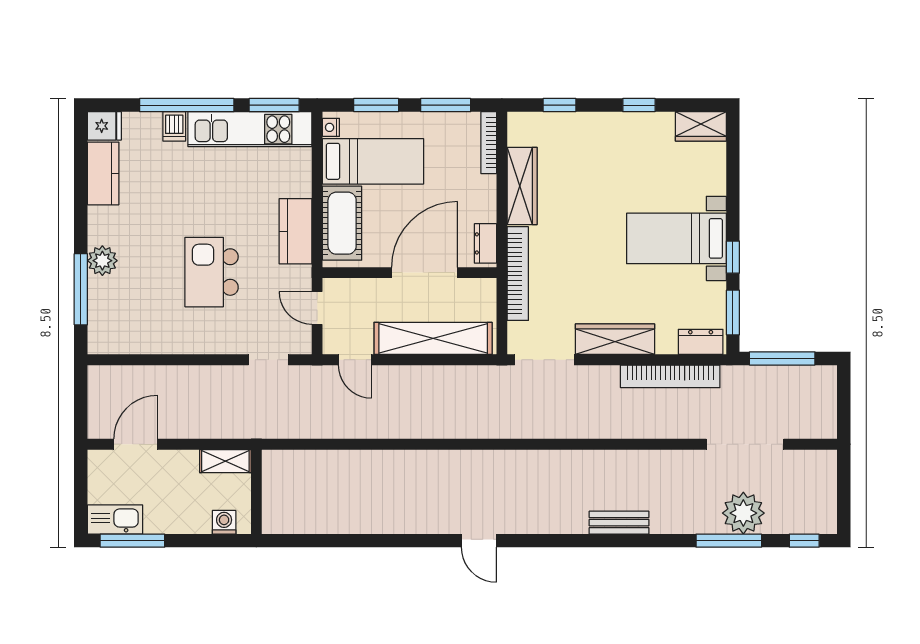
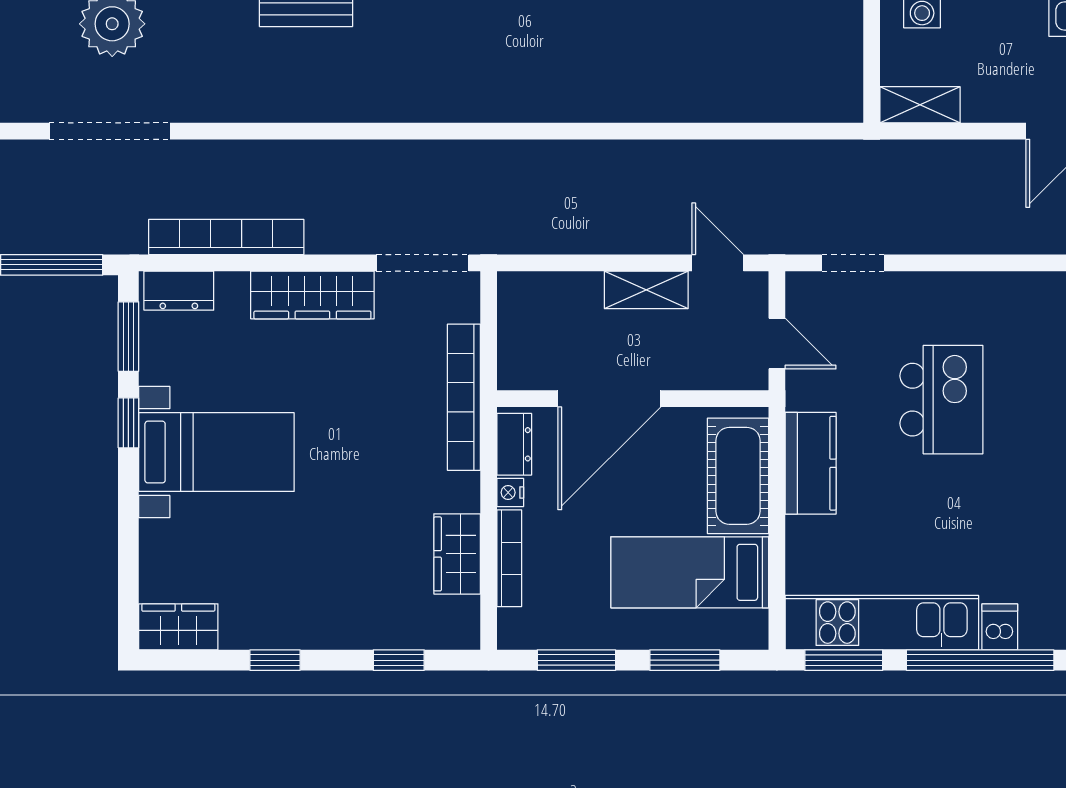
nightstand: (331, 127) -> (510, 492), moved, turned 180
bookcase: (489, 143) -> (509, 558), moved
wardrobe: (522, 186) -> (457, 554), width x0.67
shelving: (433, 338) -> (646, 290), width x0.45, depth x0.75

